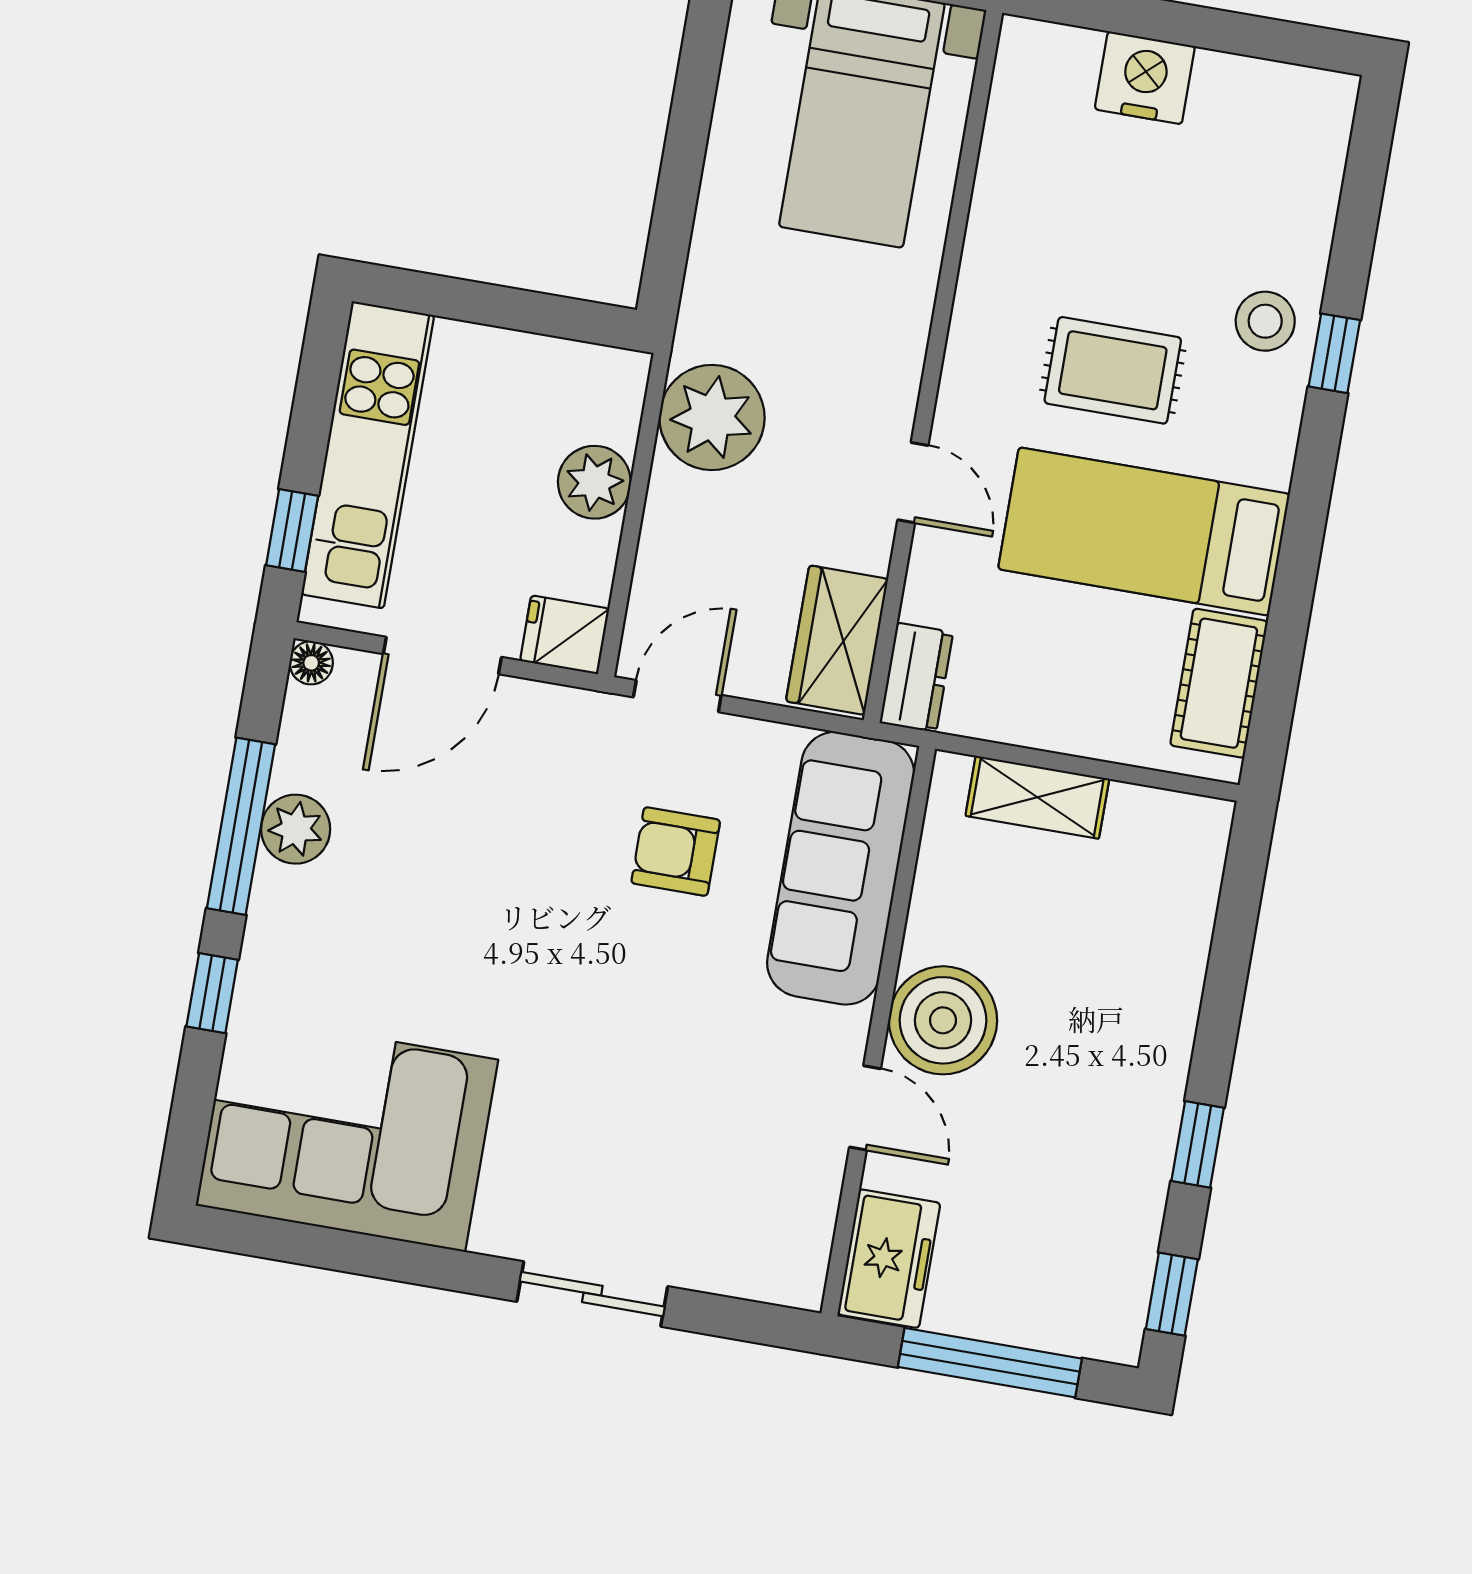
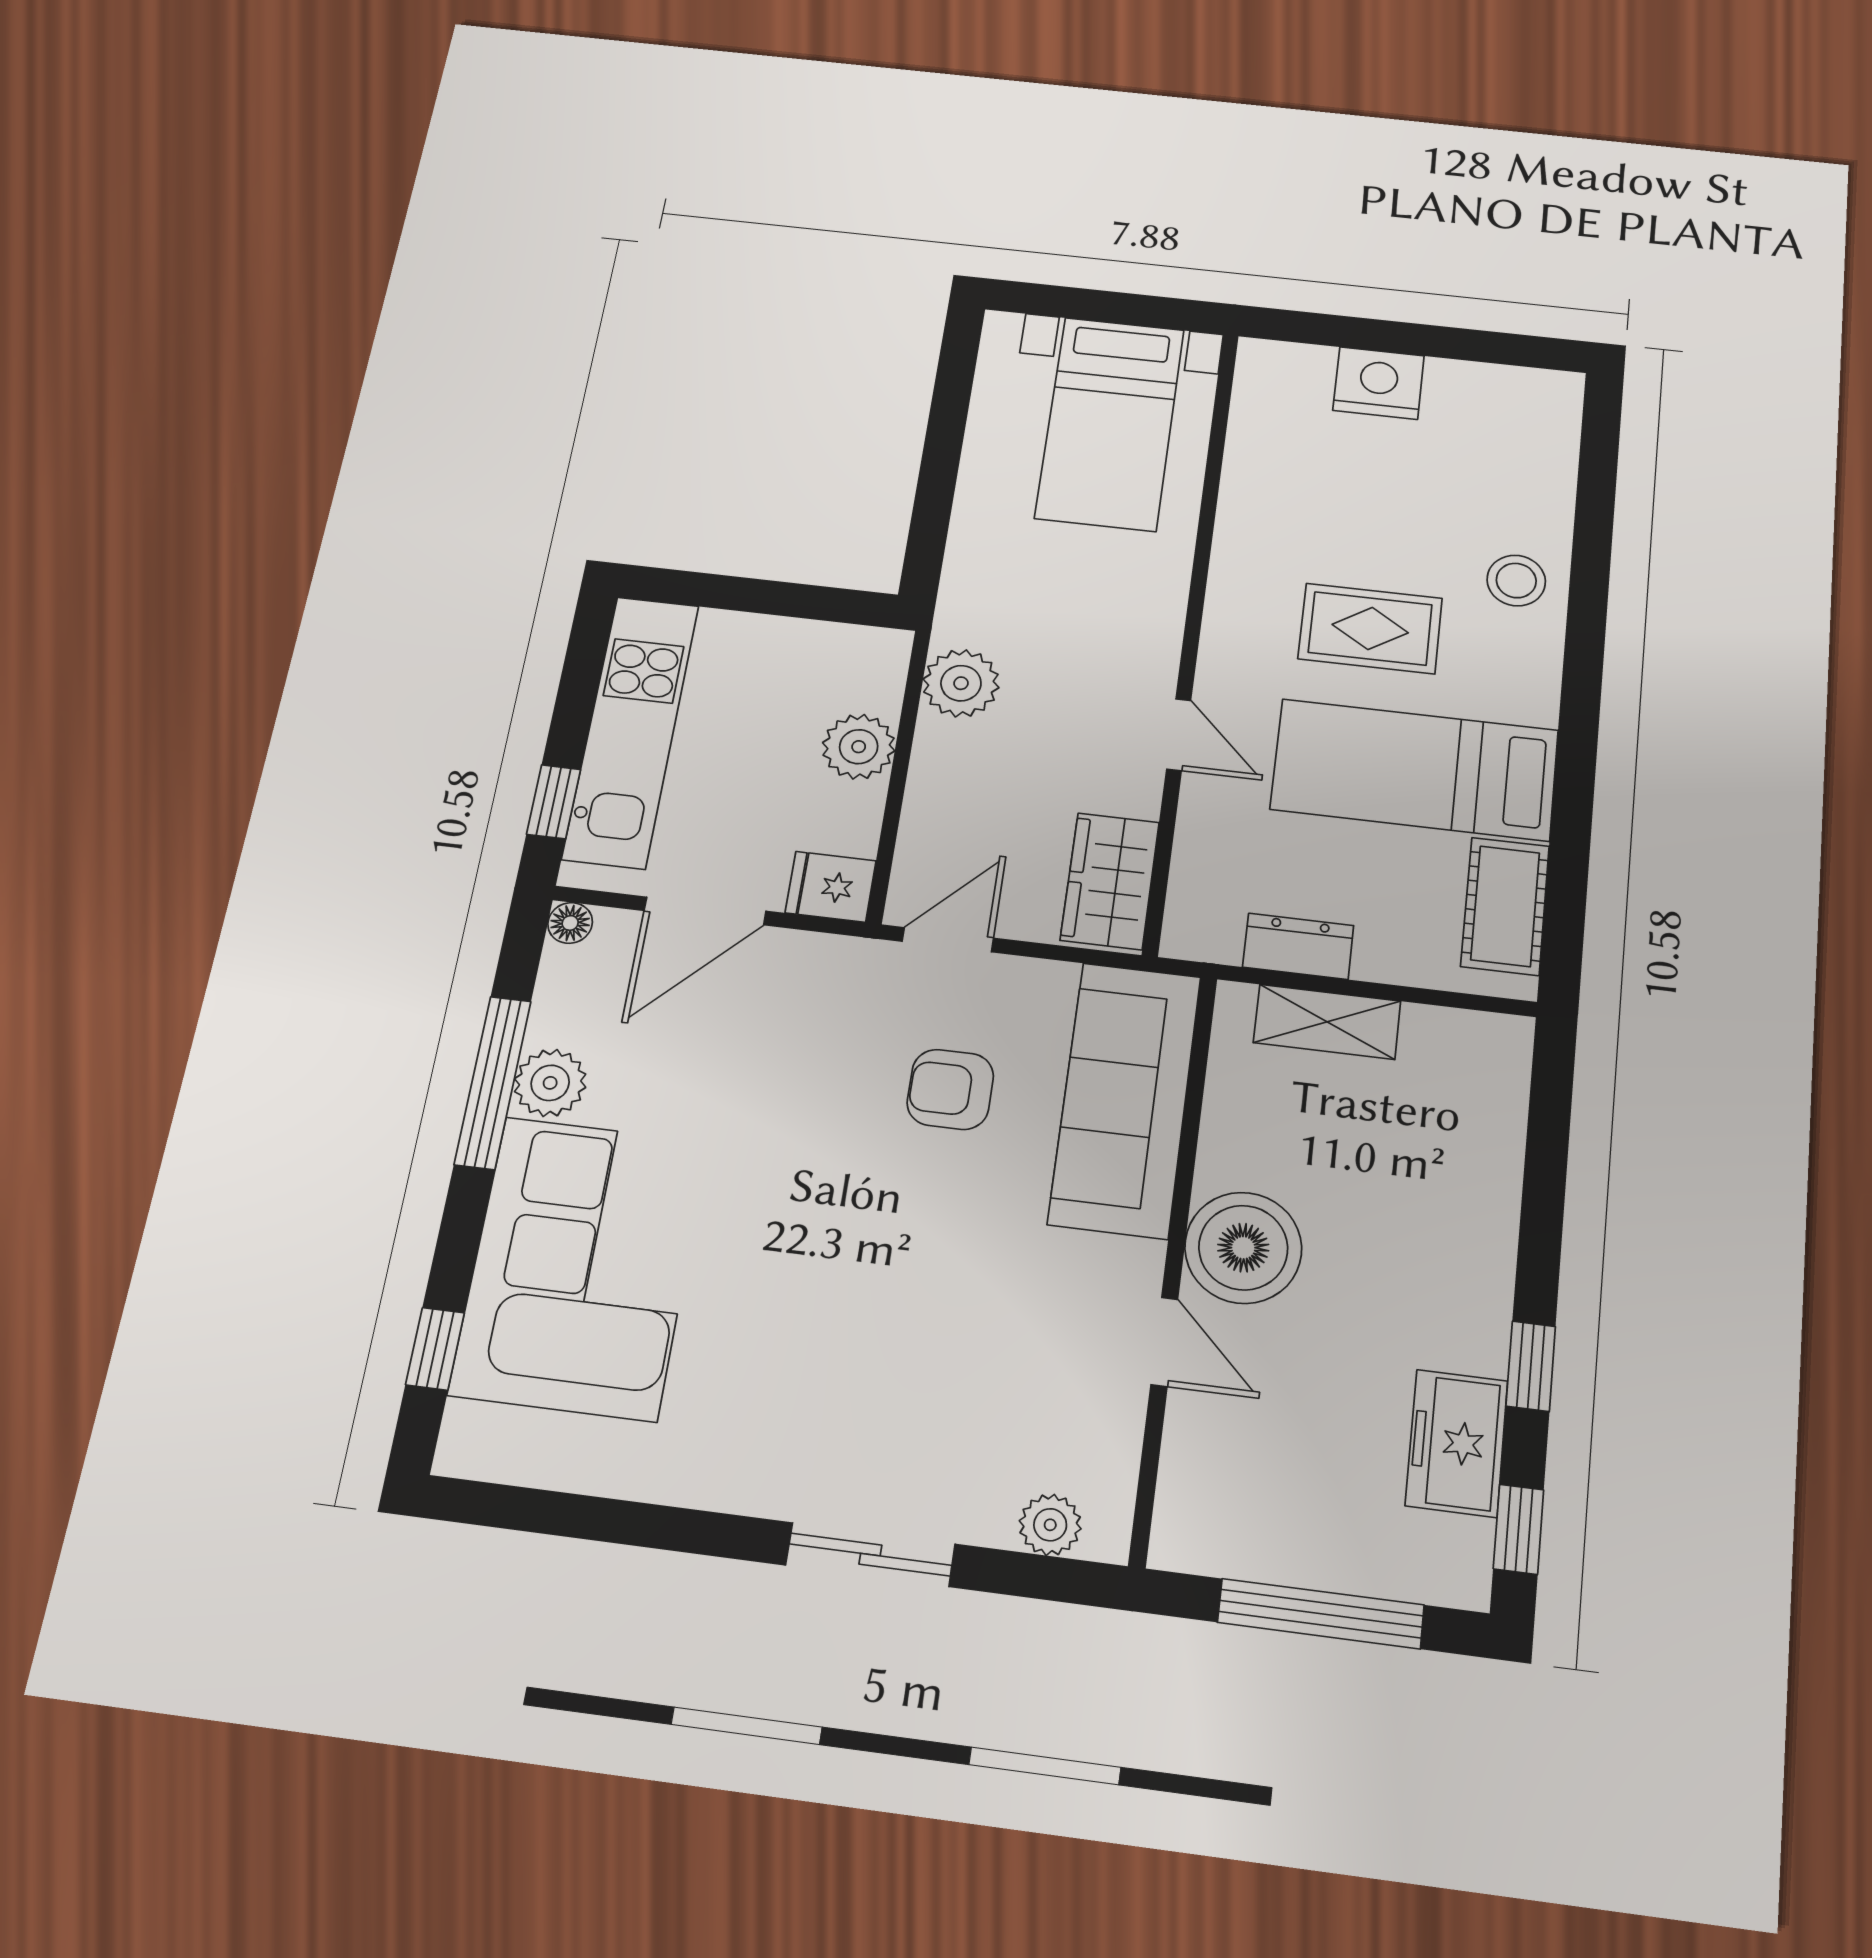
window: (1334, 353) -> (1588, 605), removed
plant: (712, 417) -> (961, 683), width x0.73, depth x0.73
dresser: (916, 678) -> (1298, 946), moved, turned -90
window: (212, 993) -> (435, 1349), moved
corner sofa: (347, 1133) -> (580, 1267), moved, turned 90
freezer: (889, 1259) -> (1457, 1443), moved, turned 180
plant: (754, 1273) -> (1050, 1525), added

